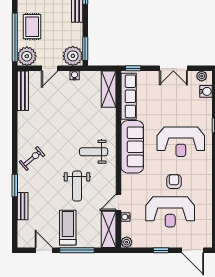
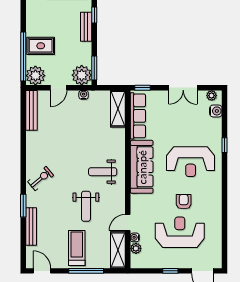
rug: (32, 27) -> (41, 46), turned 90
bench: (23, 206) -> (31, 227), width x1.36
reception desk: (170, 212) -> (180, 232), turned 180
plant: (127, 242) -> (136, 248), moved
door: (44, 250) -> (42, 271), moved

